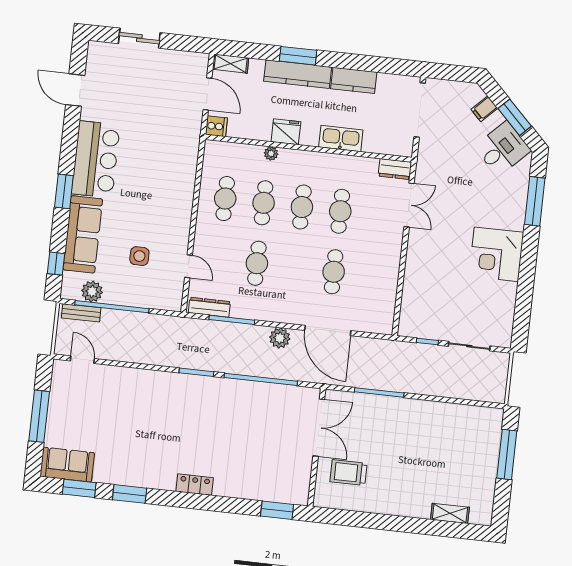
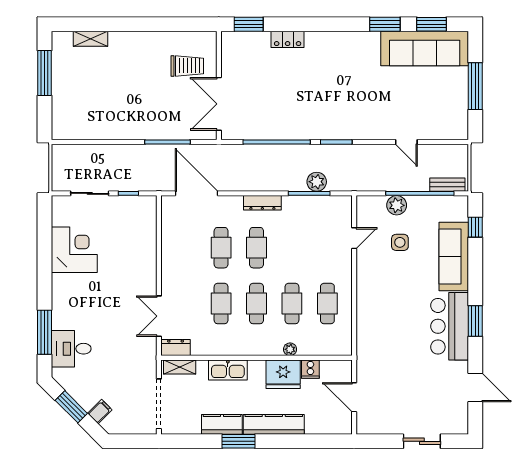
window: (298, 56) -> (238, 441), moved
shelving: (231, 64) -> (180, 367), moved
cooker: (216, 126) -> (310, 369), moved, turned -90
fridge: (286, 132) -> (283, 374), width x1.36, depth x1.34
desk: (503, 149) -> (71, 349), moved, turned 45
window: (64, 191) -> (475, 321), moved
corner desk: (496, 254) -> (74, 250), moved
cafe table: (257, 263) -> (256, 248), moved
door: (188, 266) -> (354, 238), swing flipped
plant: (92, 292) -> (397, 205), moved
dresser: (209, 307) -> (262, 203), moved
door: (328, 331) -> (196, 193), moved
plant: (280, 338) -> (317, 182), moved
door: (82, 360) -> (406, 142), moved
window: (507, 454) -> (45, 73), moved
sofa: (67, 465) -> (425, 49), width x1.85, depth x1.27
locker: (195, 485) -> (288, 39), moved

